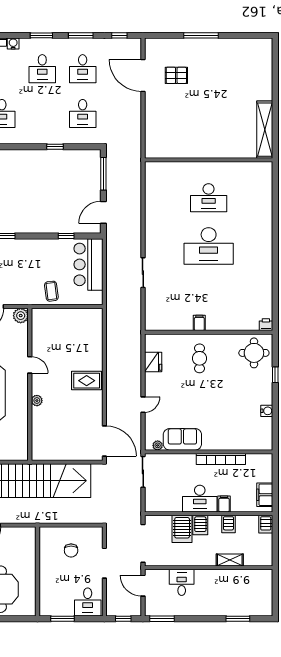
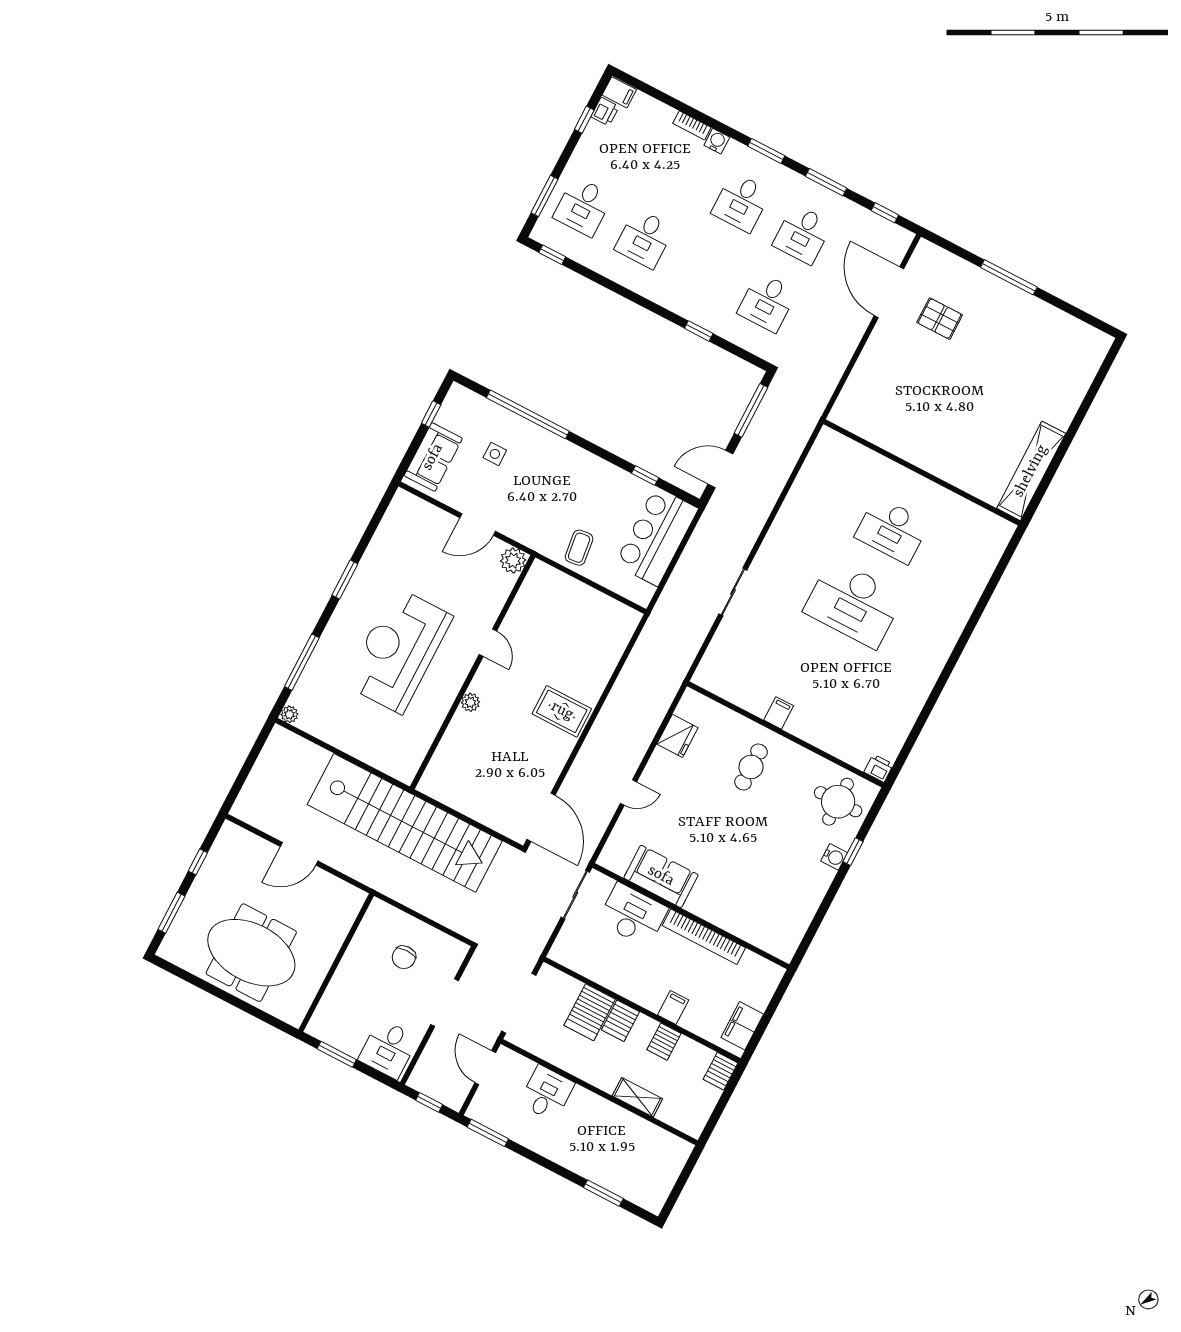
water cooler: (267, 411) -> (834, 857), moved
plant: (158, 445) -> (618, 866), removed
desk: (200, 499) -> (633, 915), moved, turned 180

